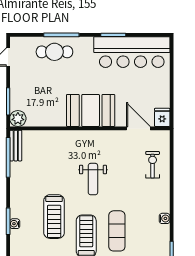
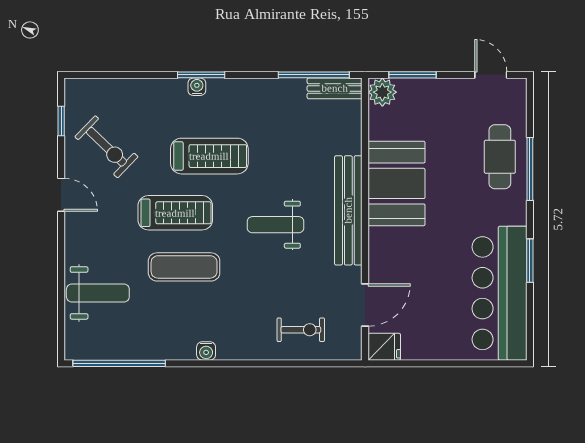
booth: (91, 110) -> (397, 183), moved
bench: (85, 138) -> (348, 210), added
treadmill: (54, 217) -> (209, 156), turned 180

